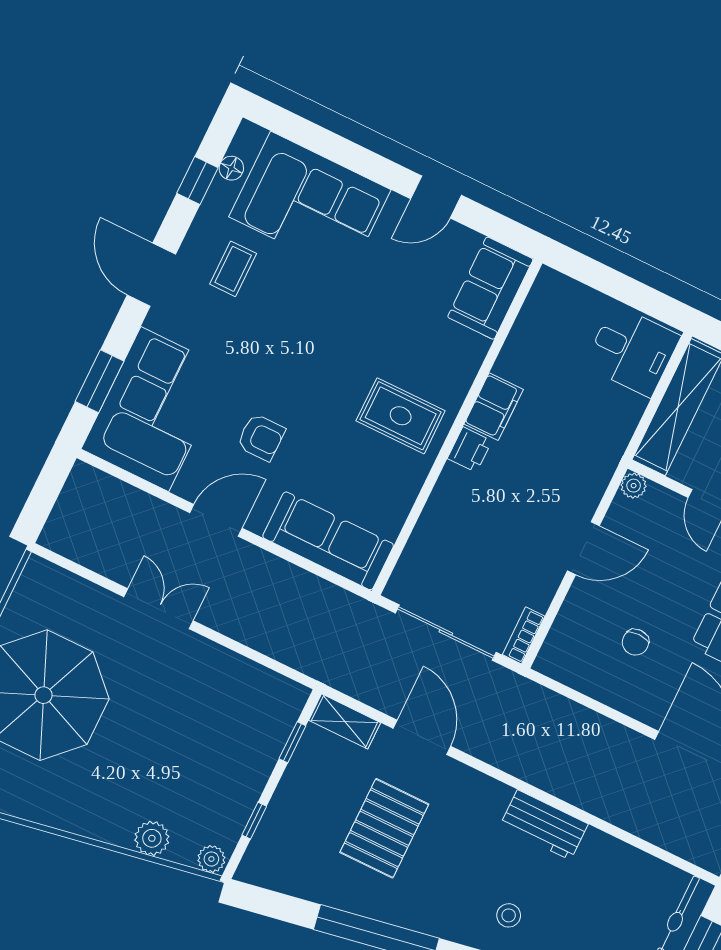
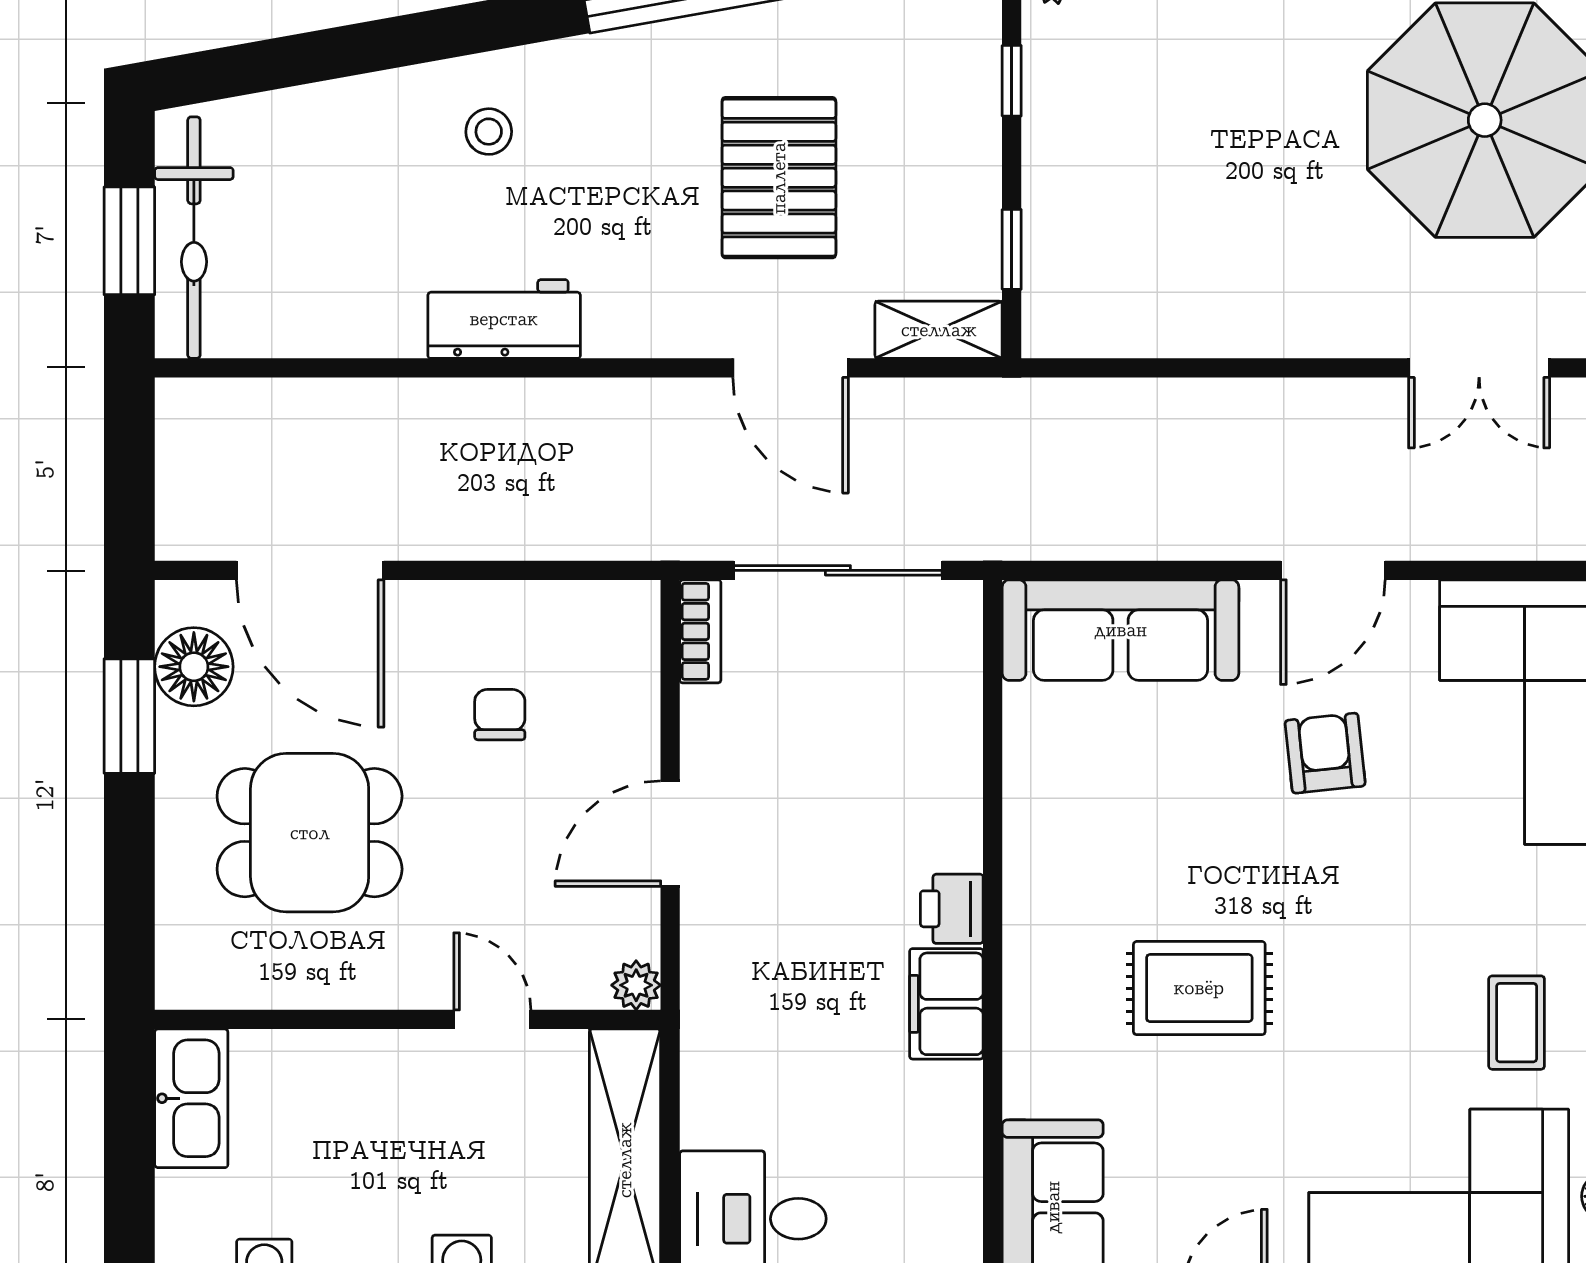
rug: (401, 416) -> (1199, 988), moved
armchair: (261, 437) -> (1325, 753), turned 84
double door: (158, 609) -> (1479, 368), moved

